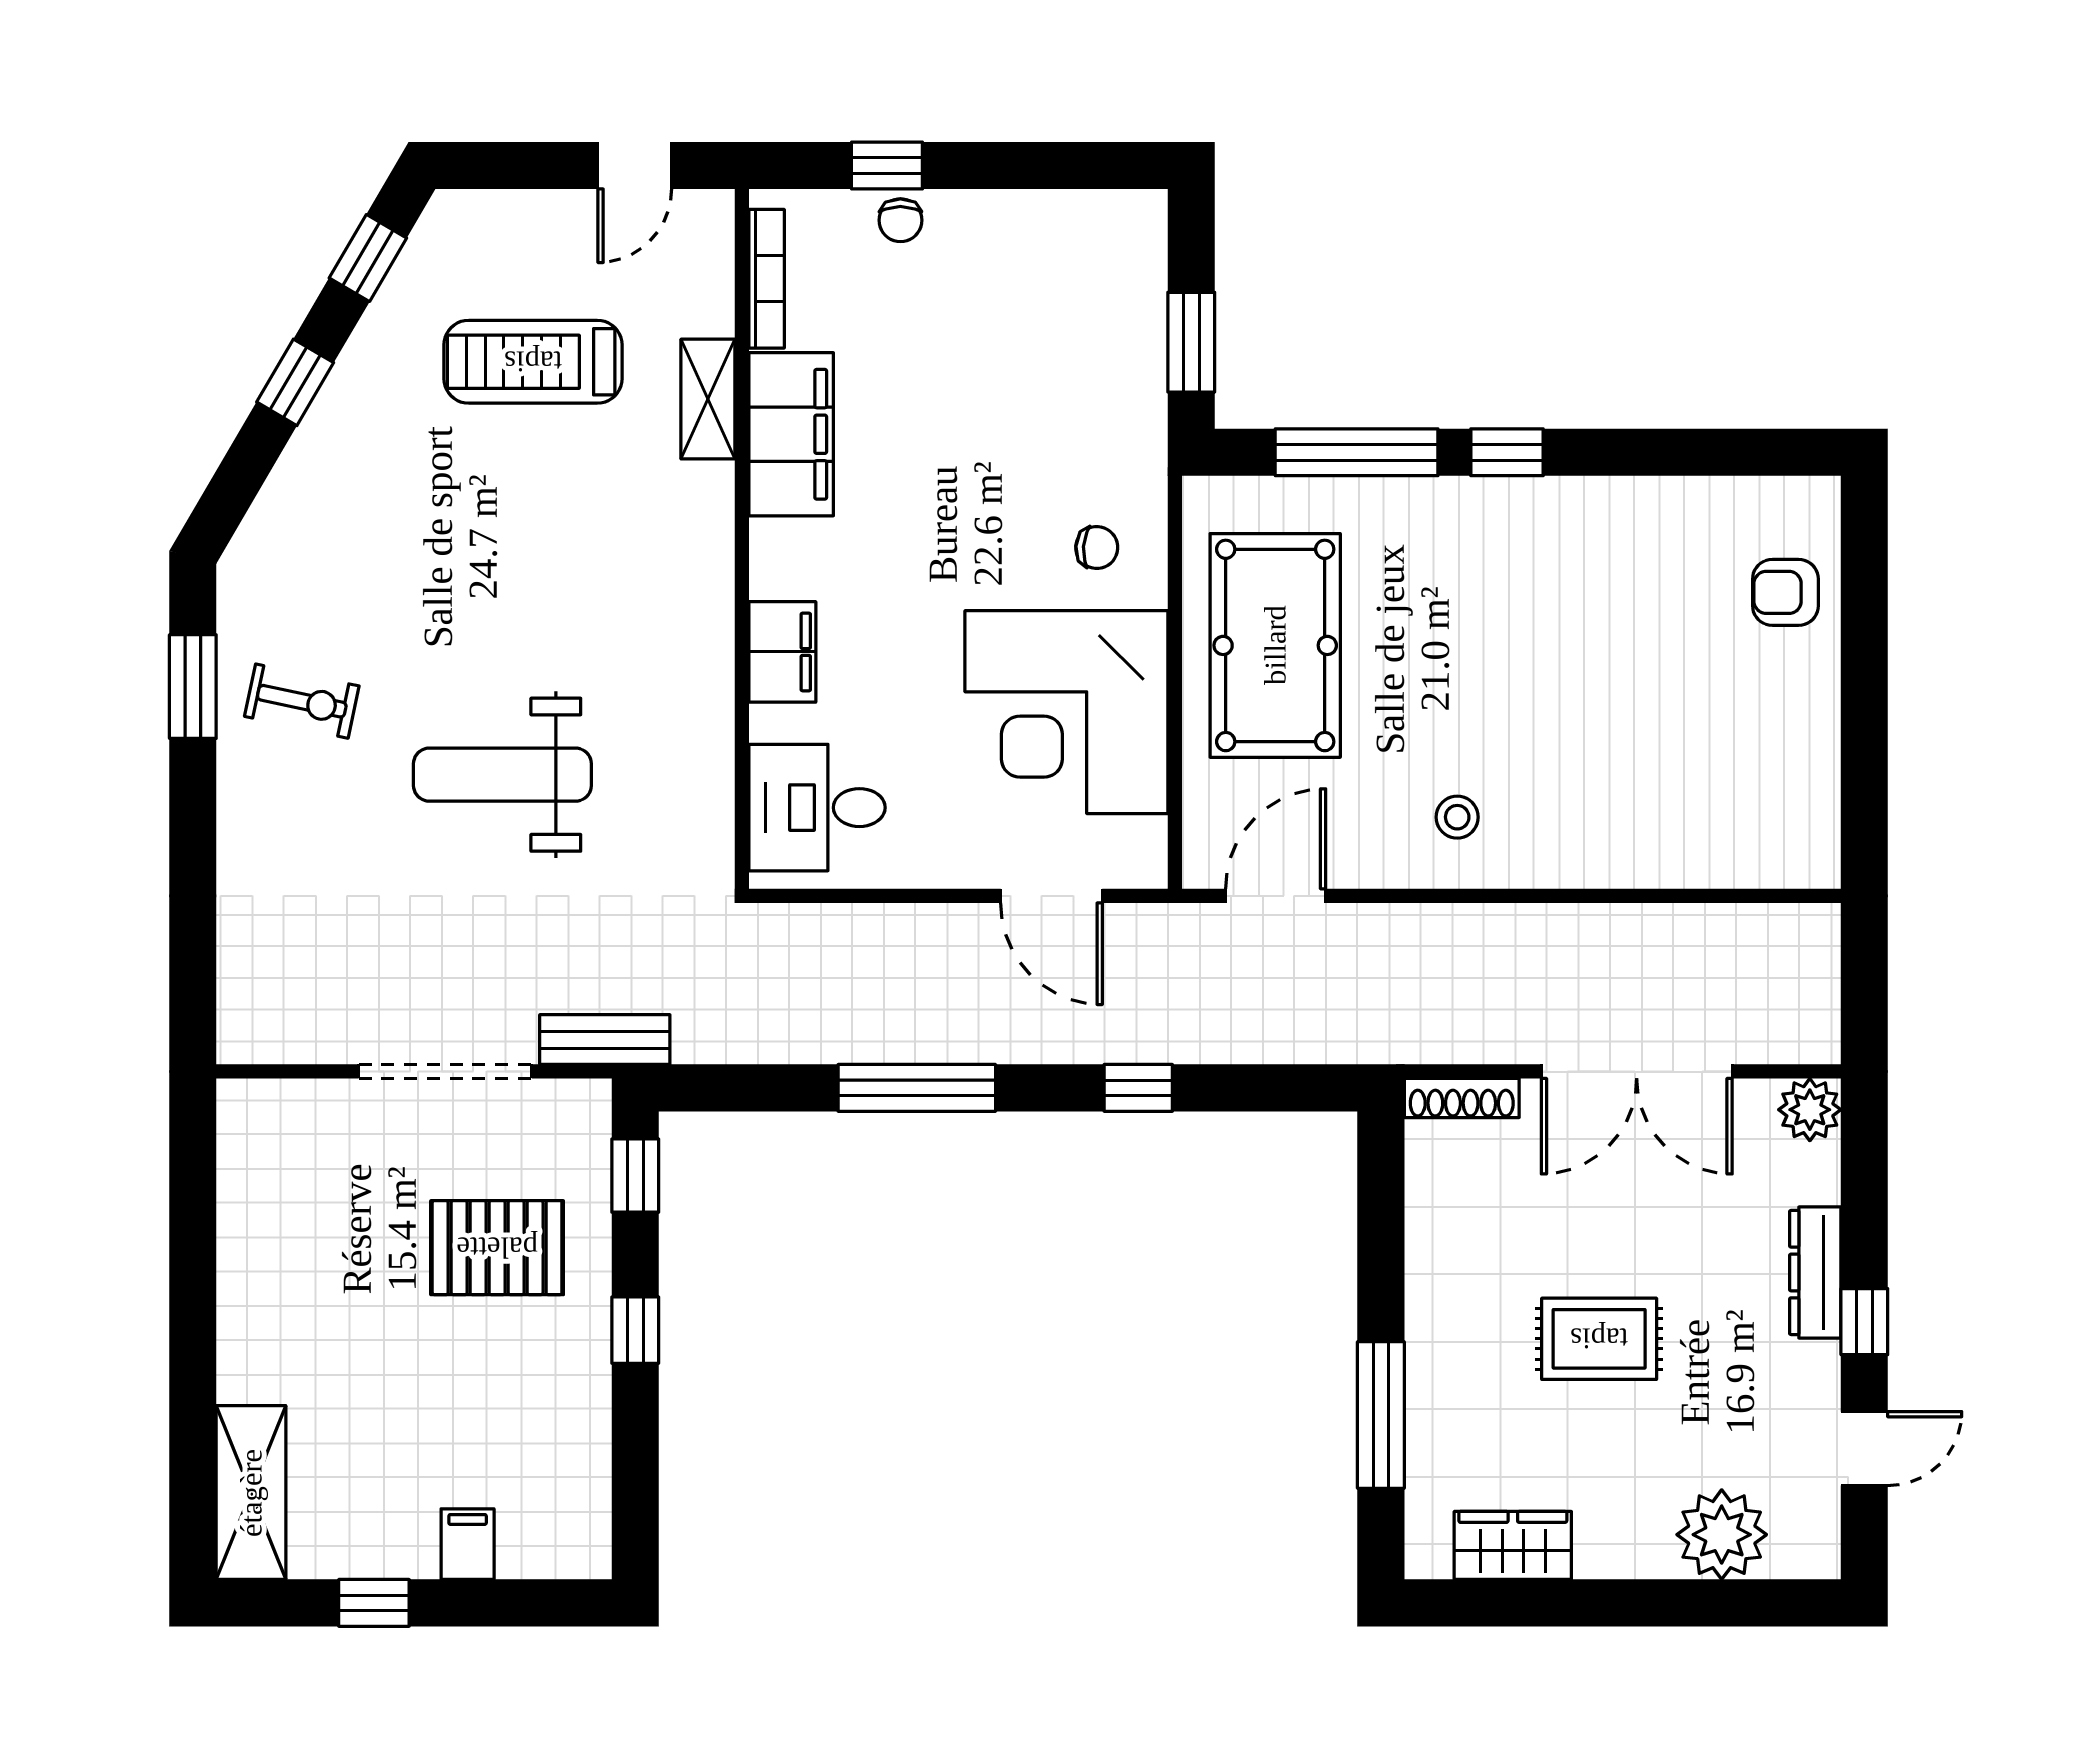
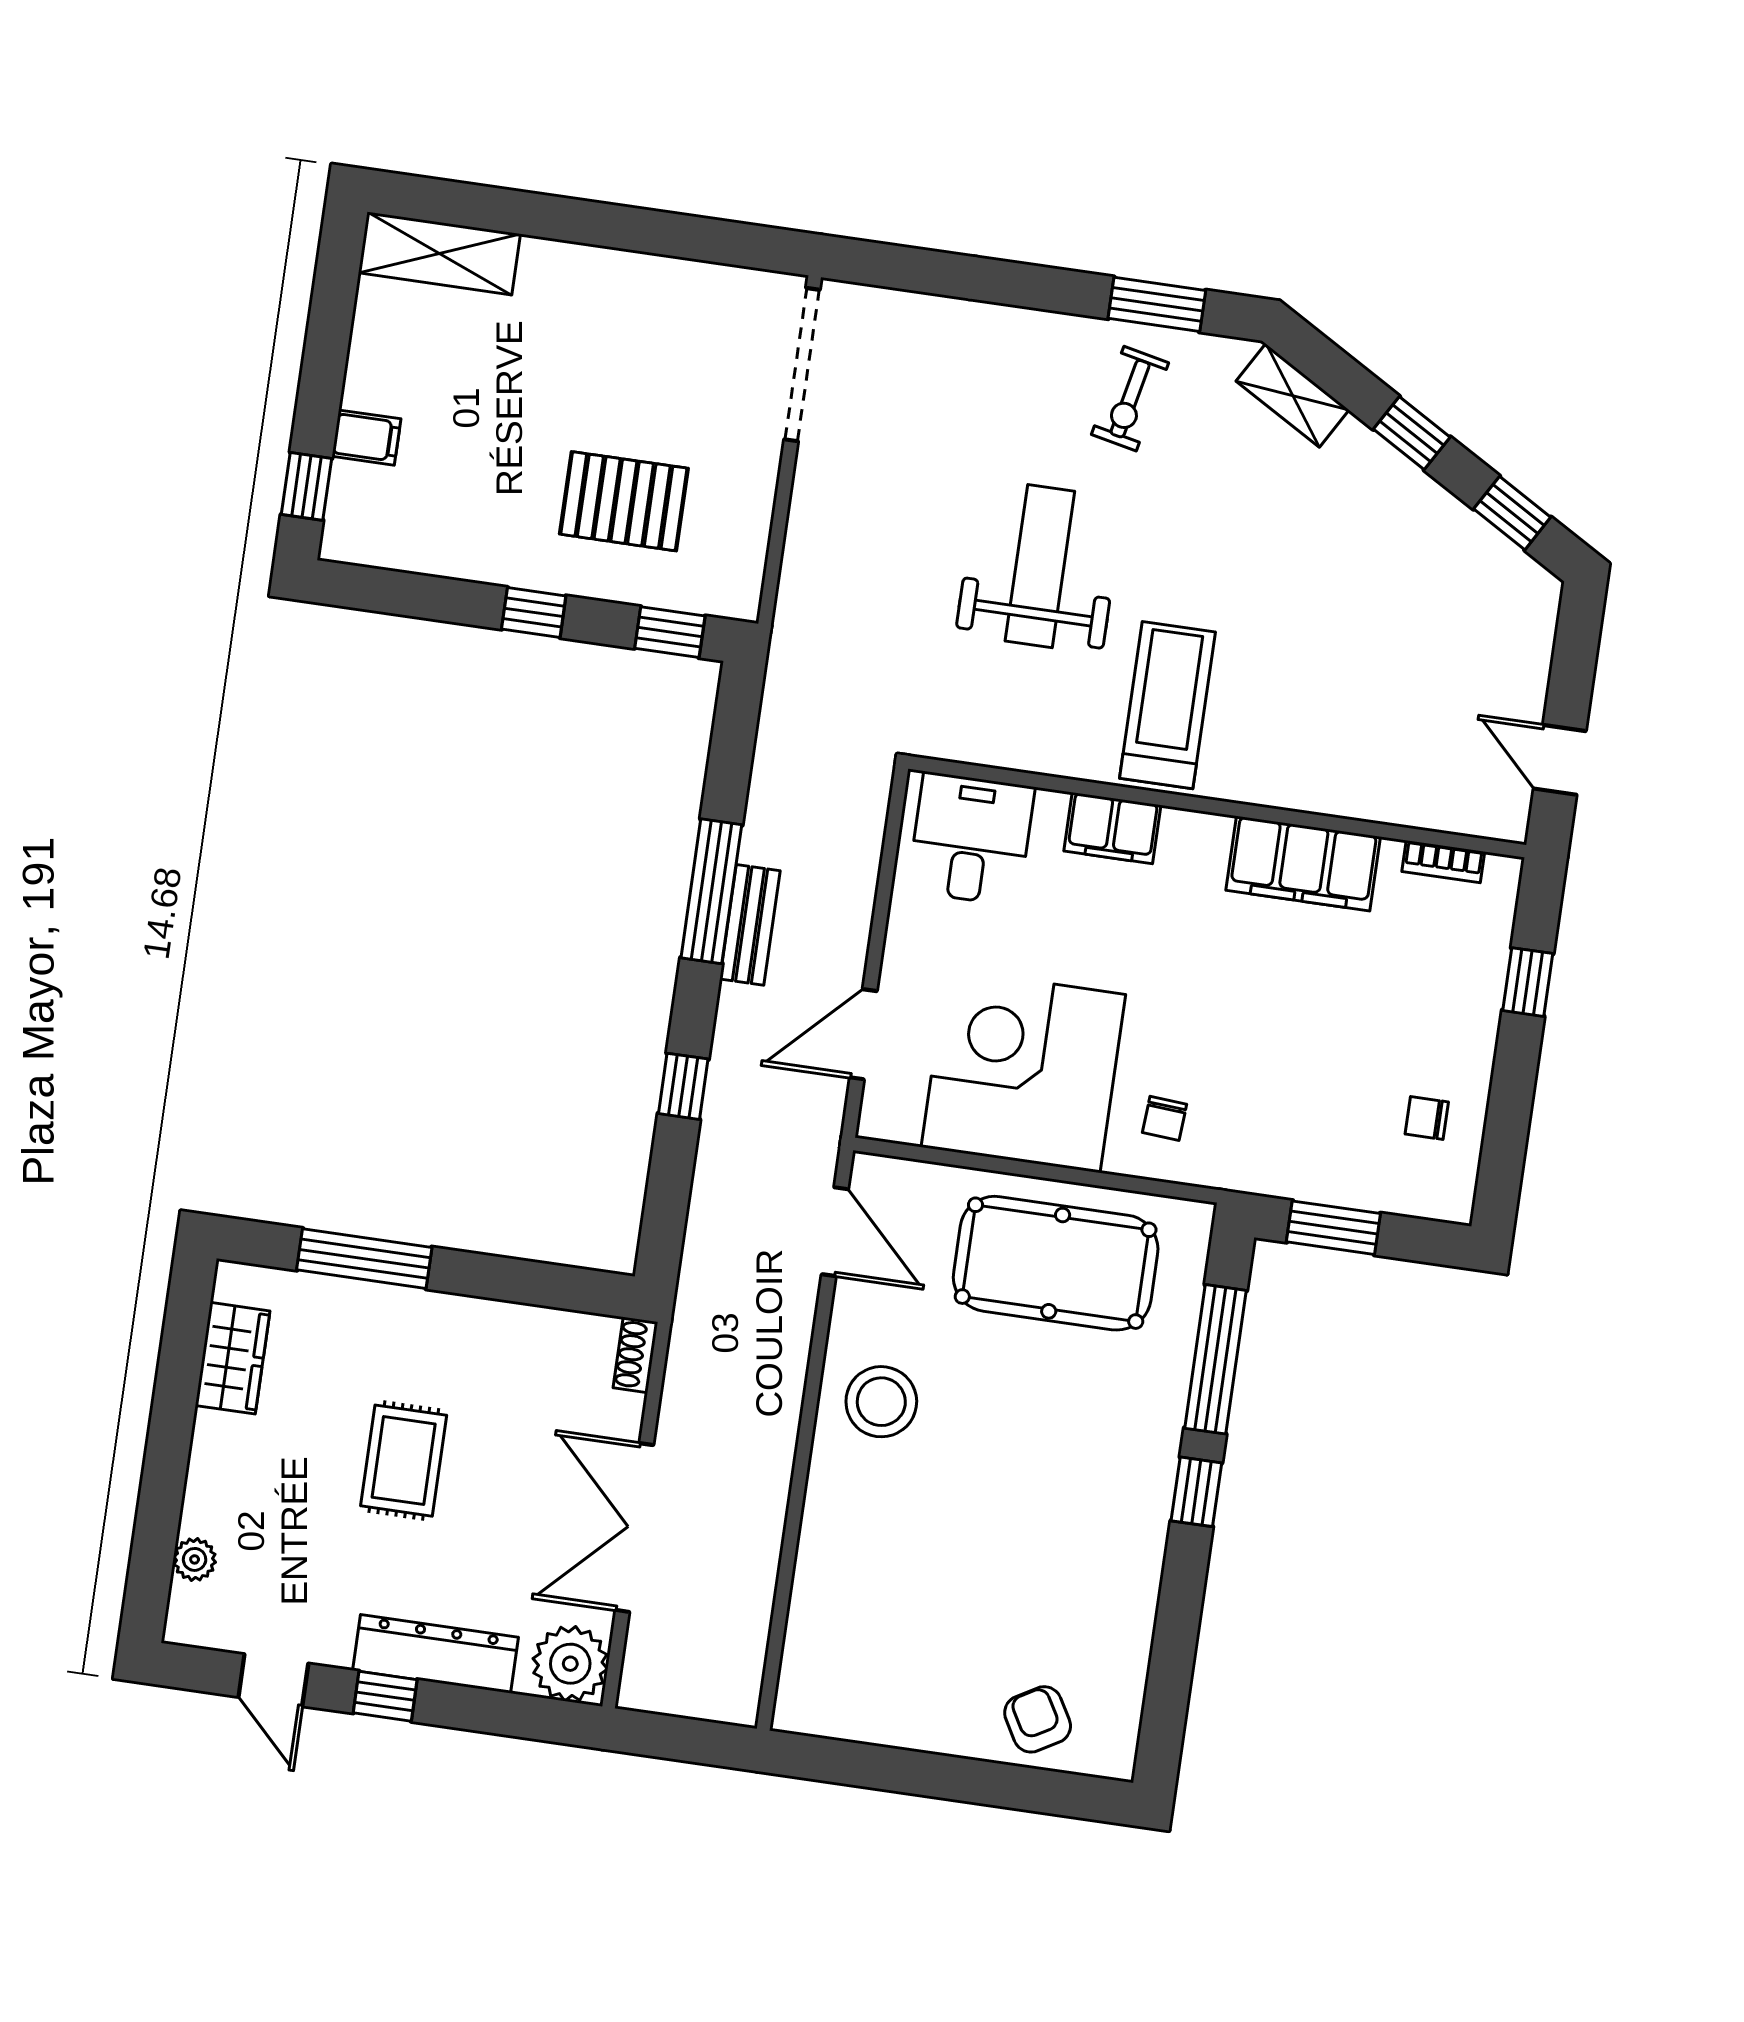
chair: (900, 220) -> (1427, 1118), moved
bookcase: (767, 279) -> (1443, 862), width x0.64
treadmill: (533, 362) -> (1167, 705), moved
shelving: (708, 399) -> (1293, 395), moved, turned 30
armchair: (1785, 592) -> (1038, 1719), turned -30
stool: (1457, 817) -> (881, 1402), width x1.89, depth x1.89
bench: (605, 1040) -> (750, 925), moved
doorway: (445, 1071) -> (802, 365), moved
shoe rack: (1462, 1098) -> (635, 1355), width x0.70
plant: (1810, 1110) -> (570, 1664), width x1.36, depth x1.36
pallet: (497, 1248) -> (624, 501), turned 90
dresser: (1815, 1272) -> (435, 1654), width x1.37, depth x1.24
plant: (1722, 1535) -> (195, 1559), width x0.53, depth x0.53
window: (374, 1603) -> (307, 486), moved

